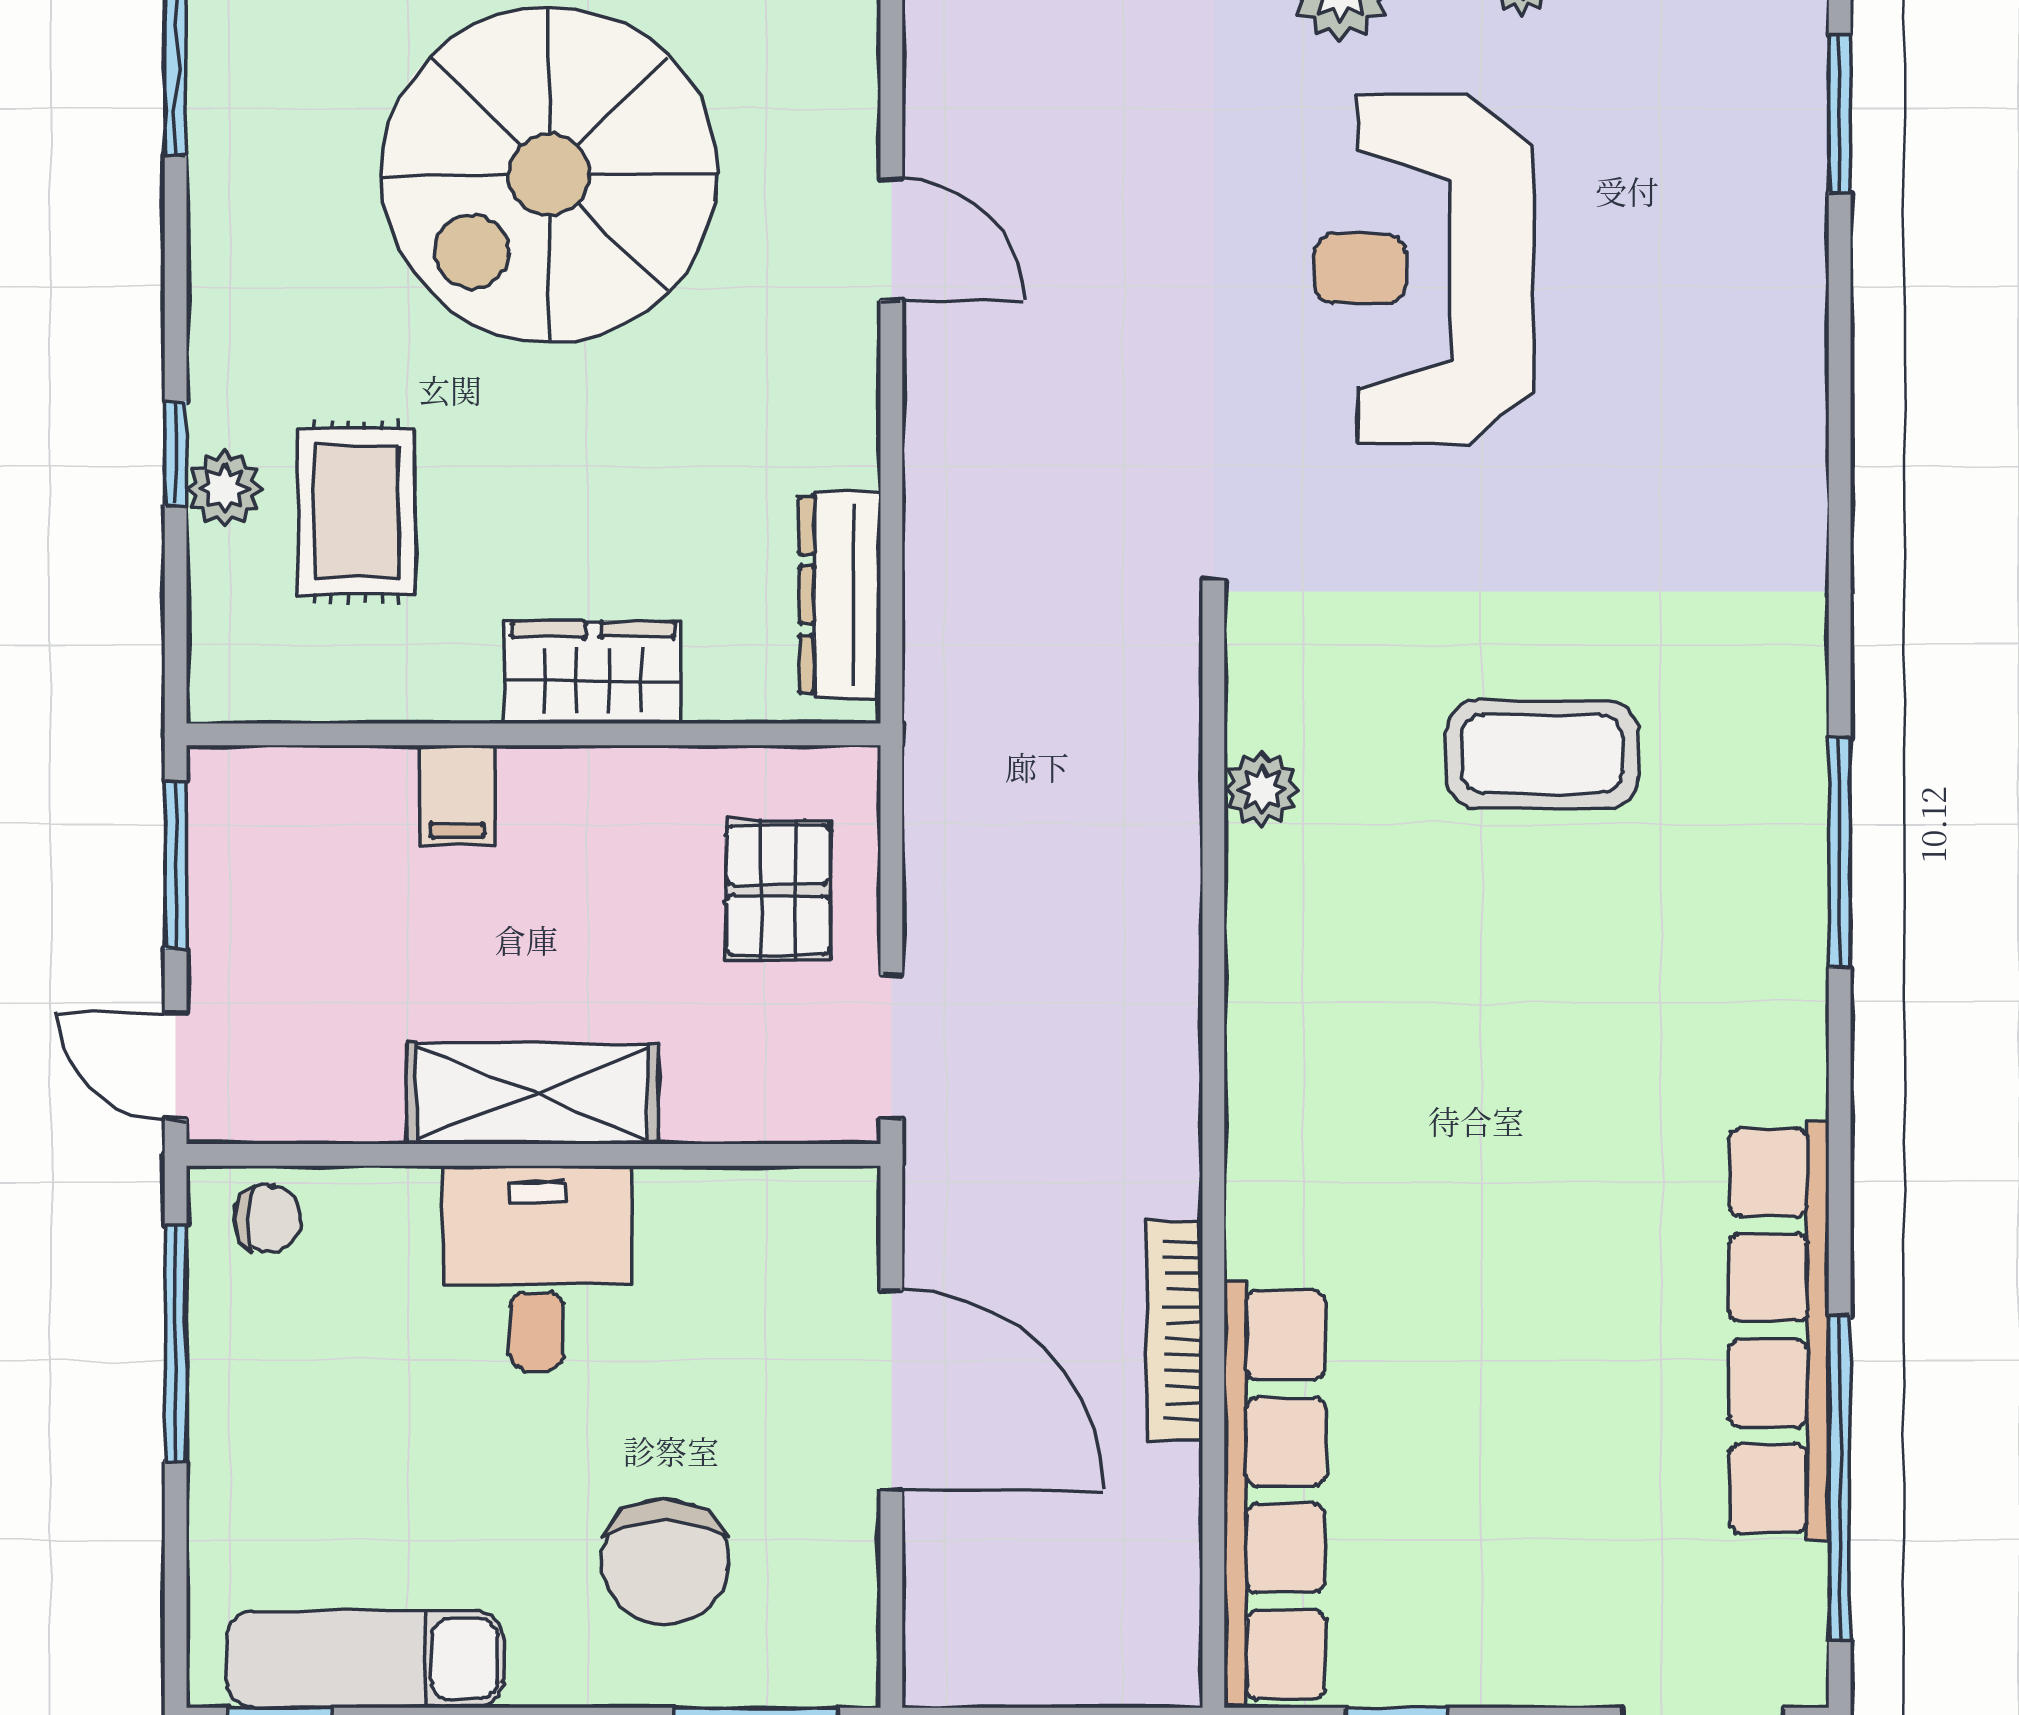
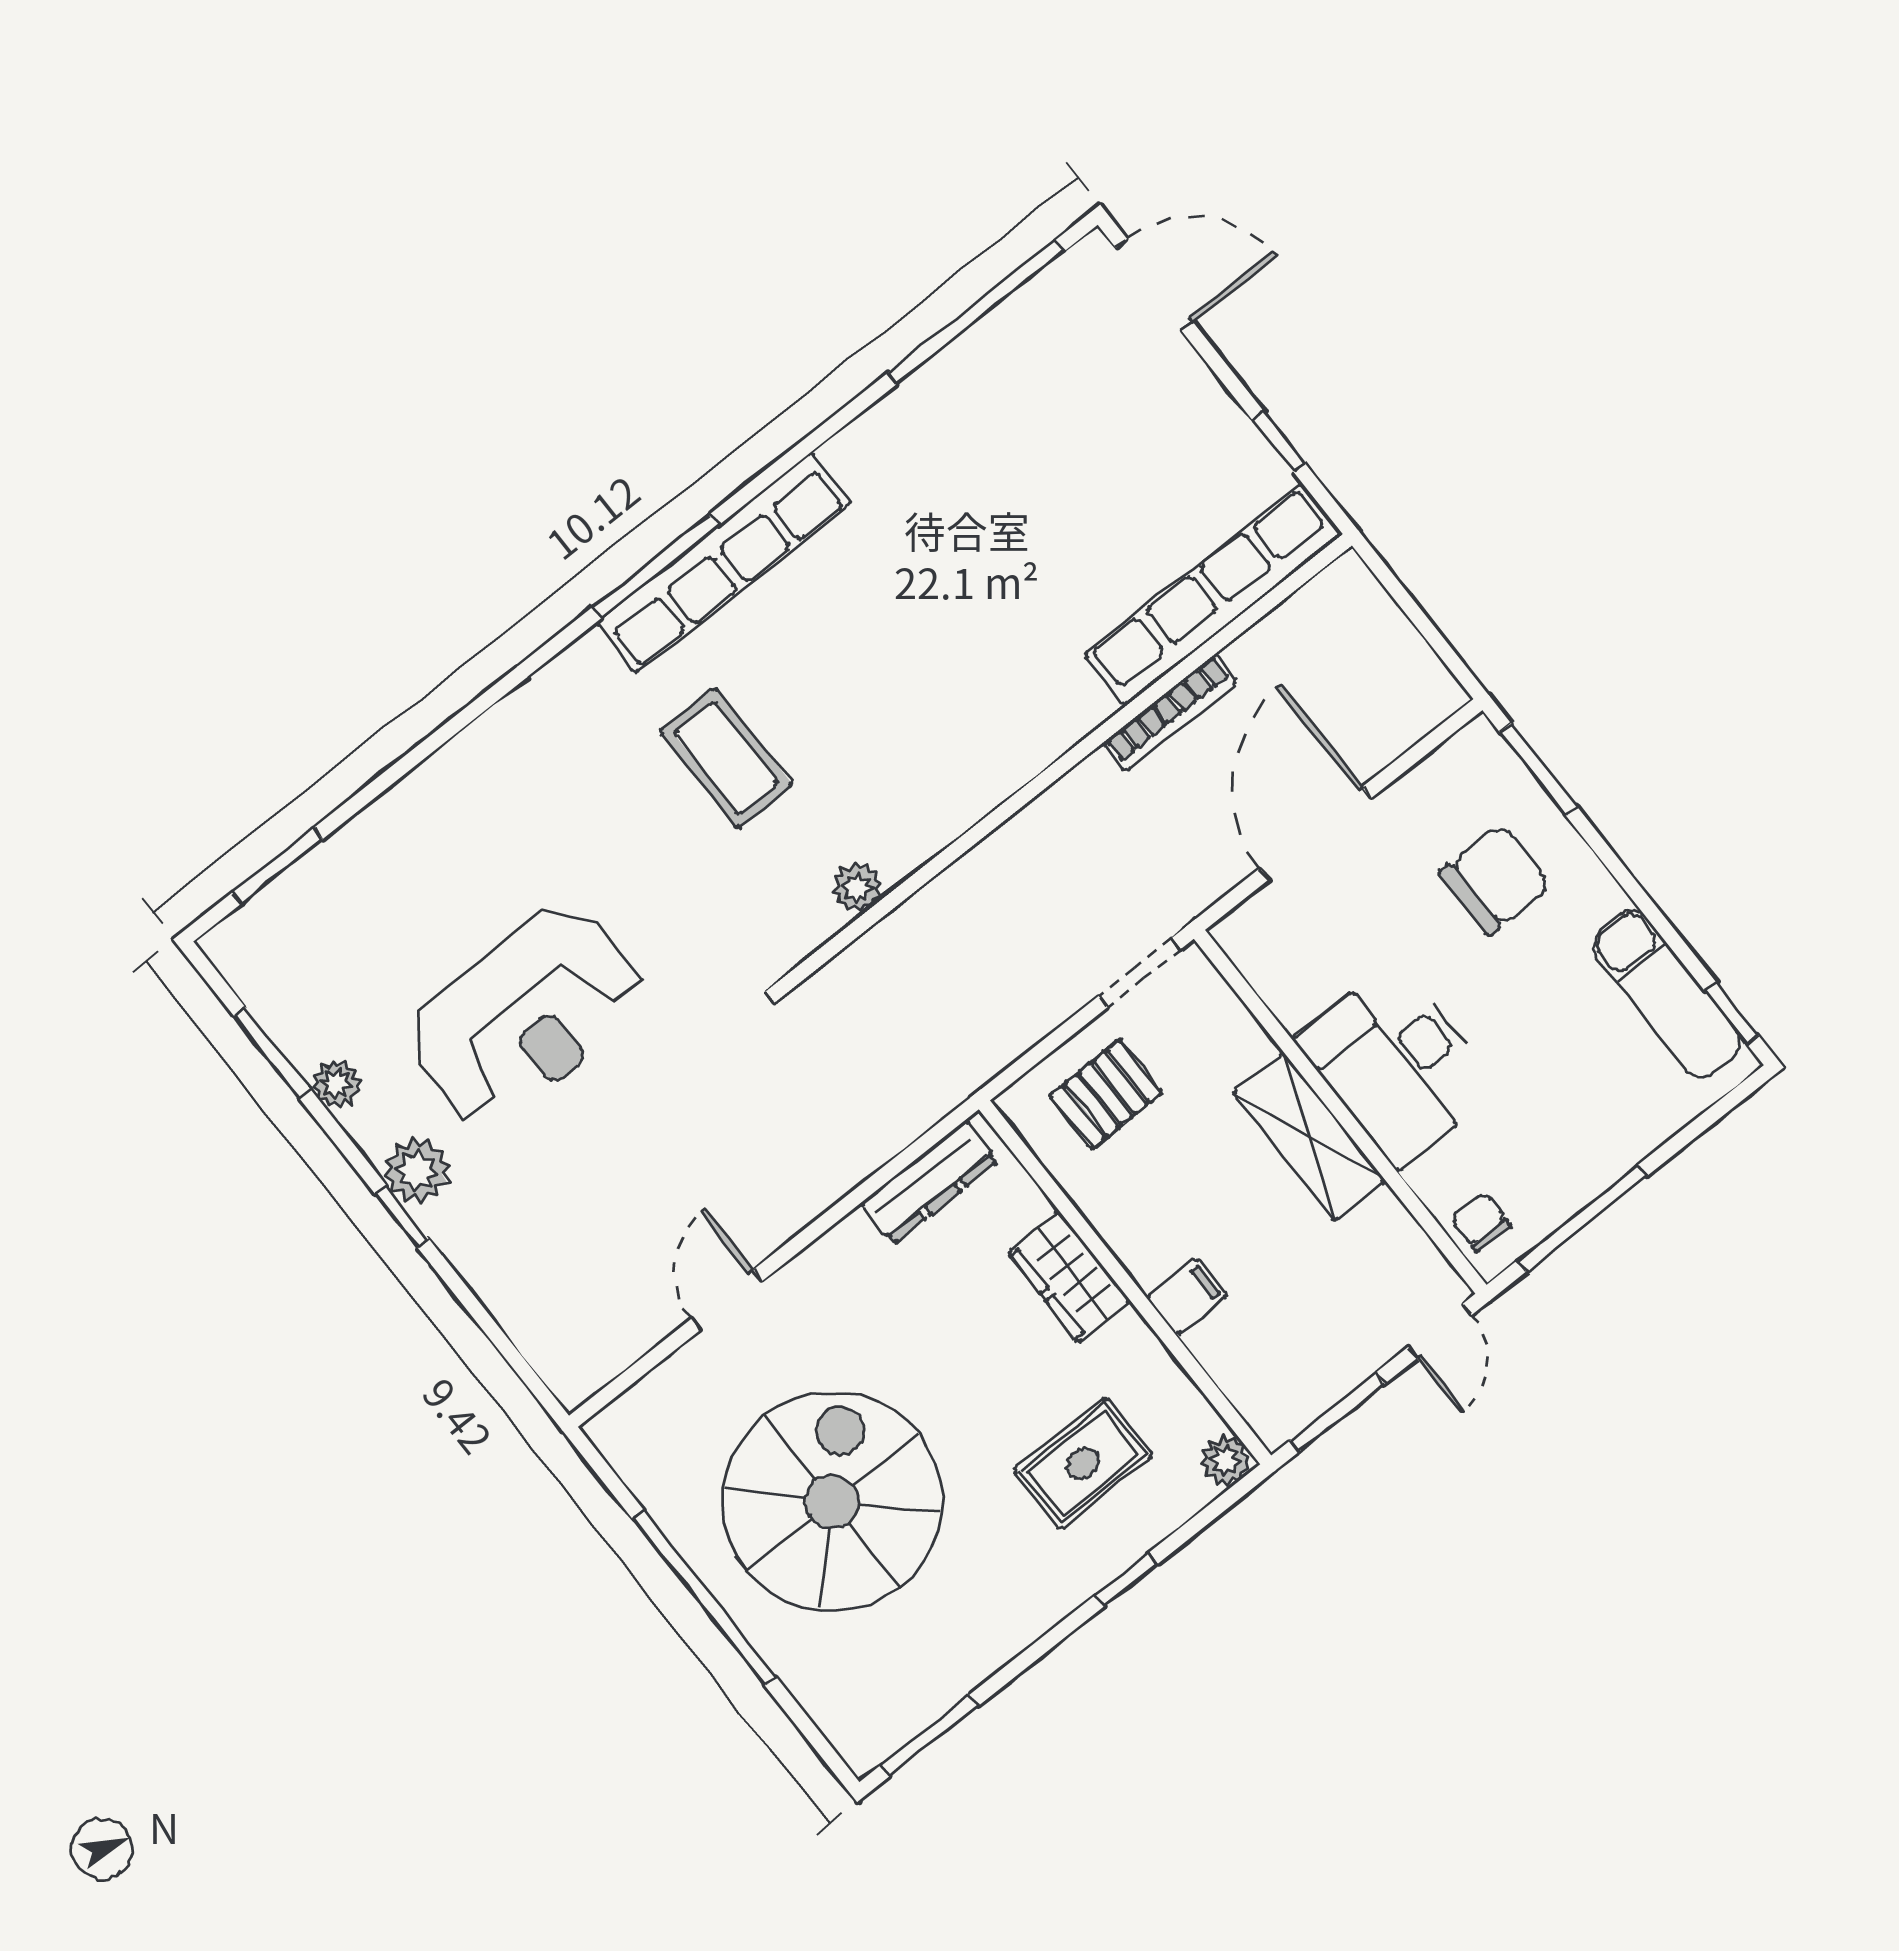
spiral stairs: (549, 174) -> (832, 1502), turned -90
plant: (224, 488) -> (1225, 1460), moved
desk: (537, 1268) -> (1397, 1064), width x1.37
row of seats: (1779, 1330) -> (724, 563), moved

